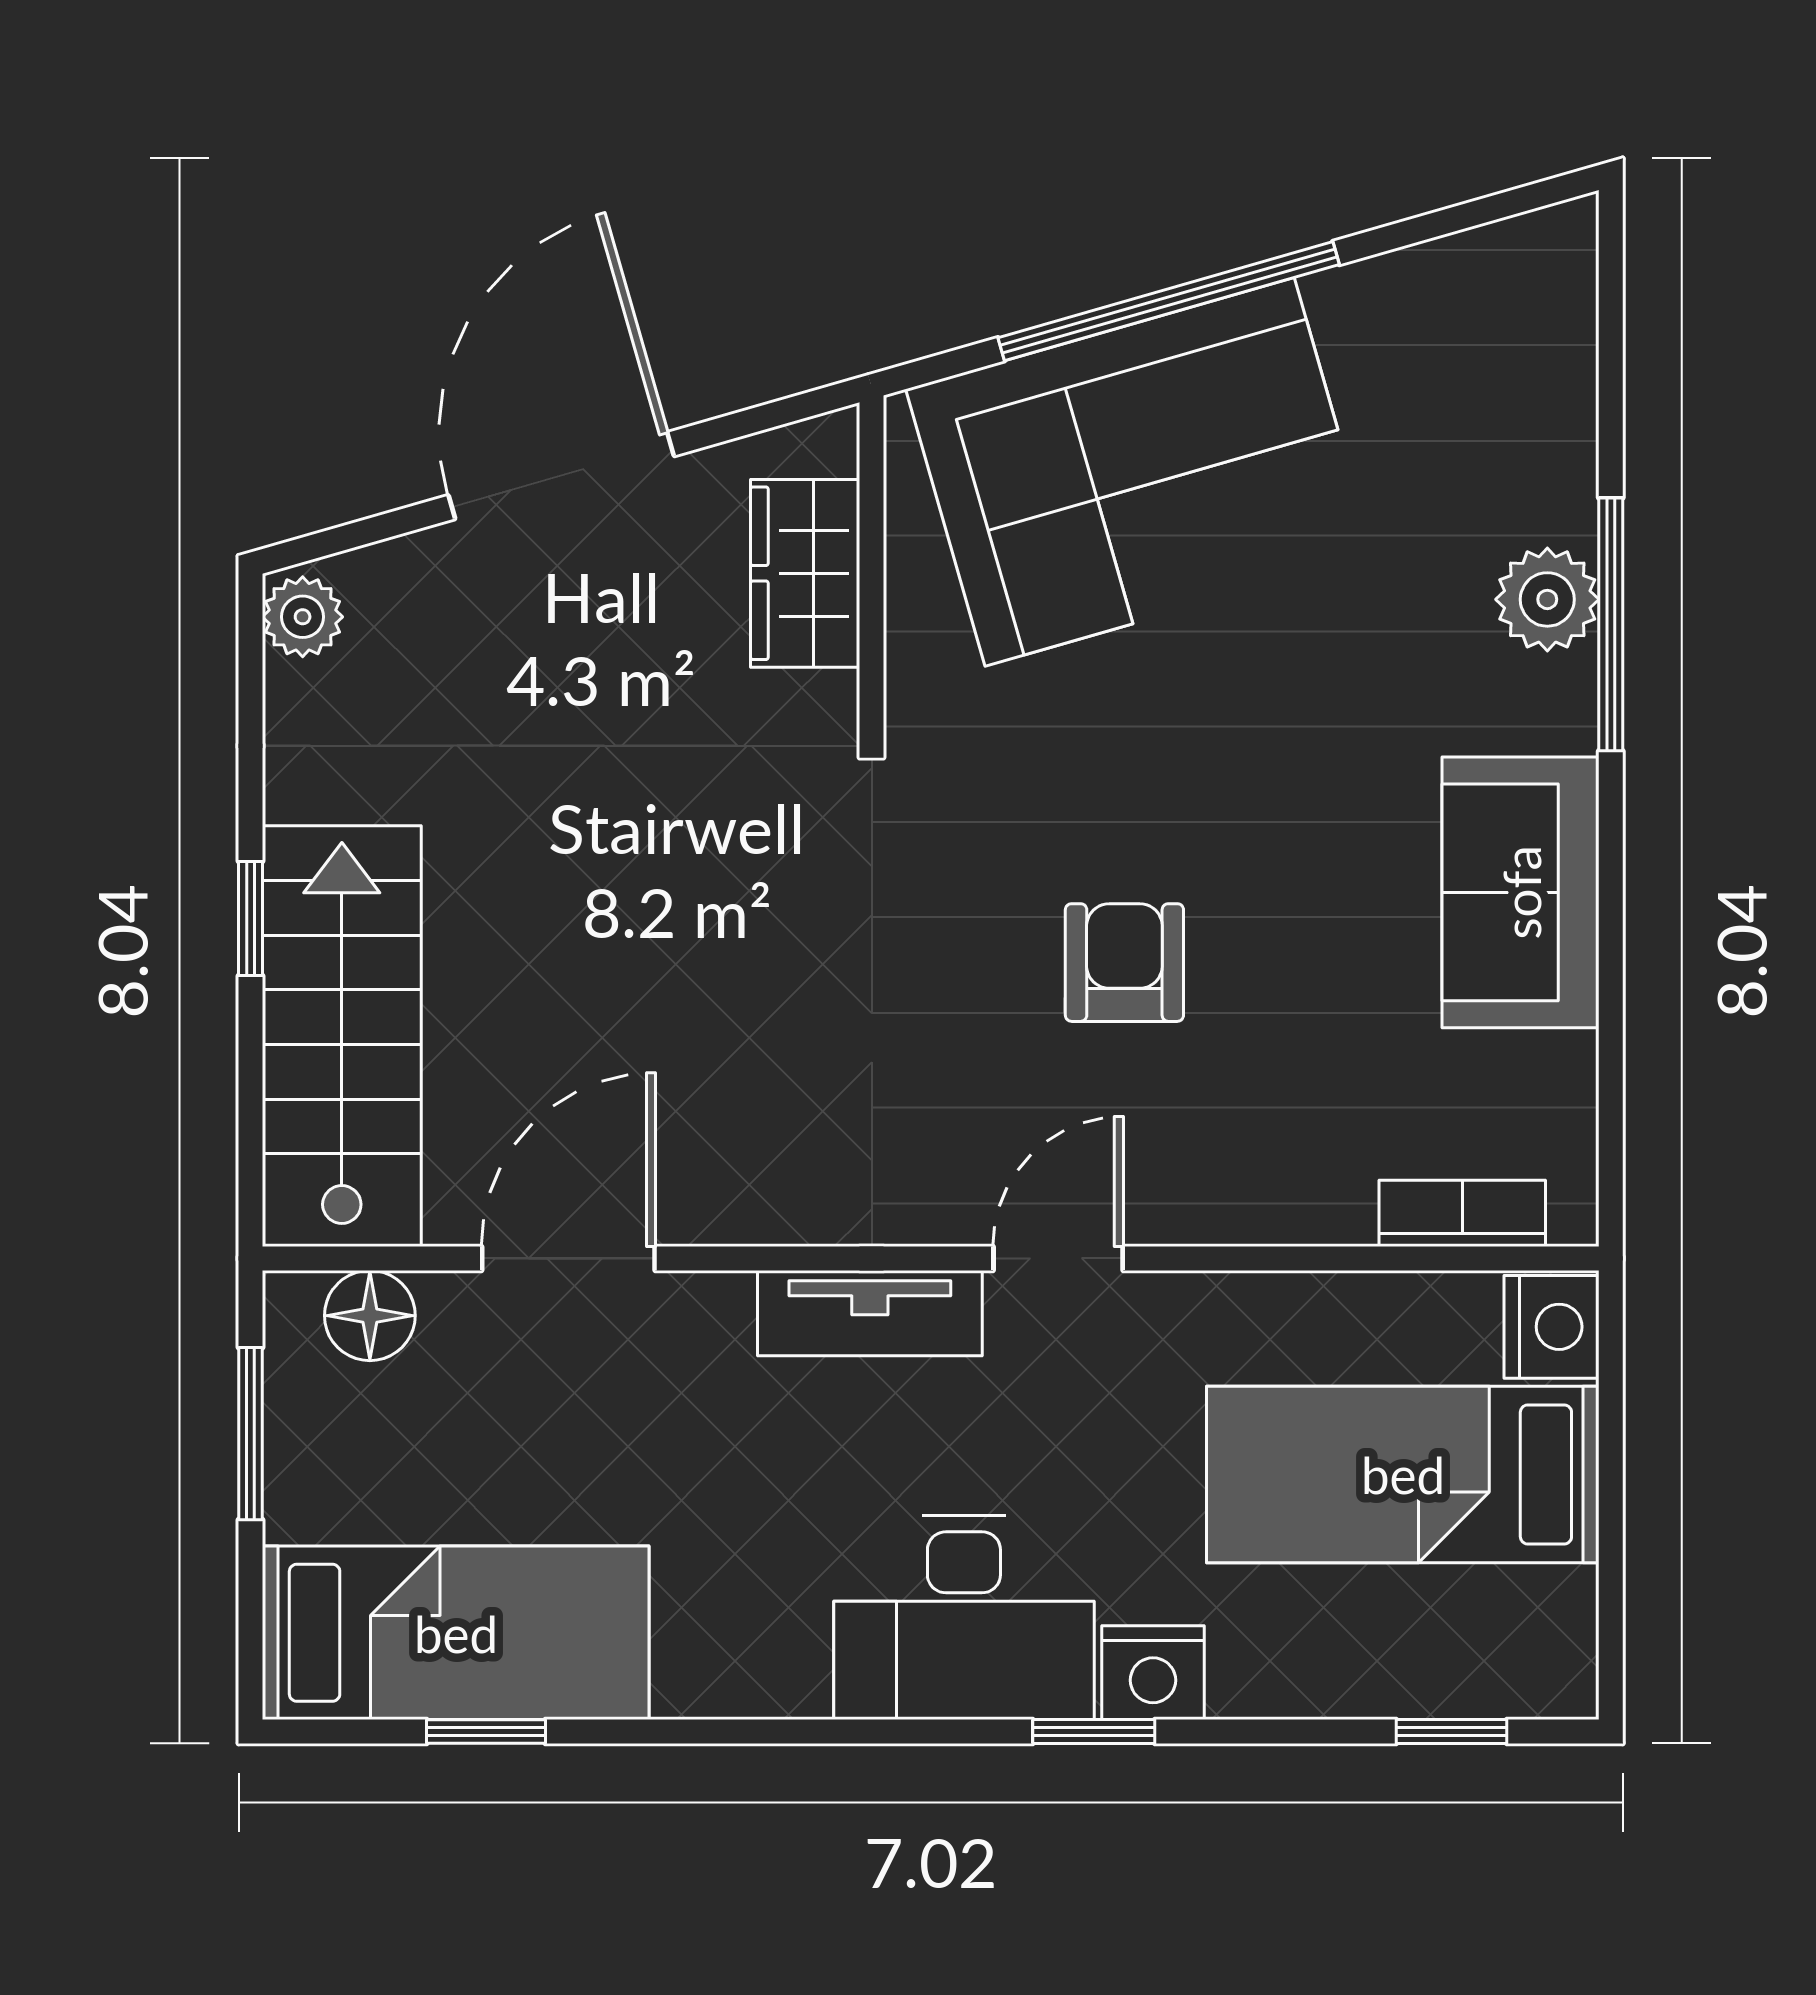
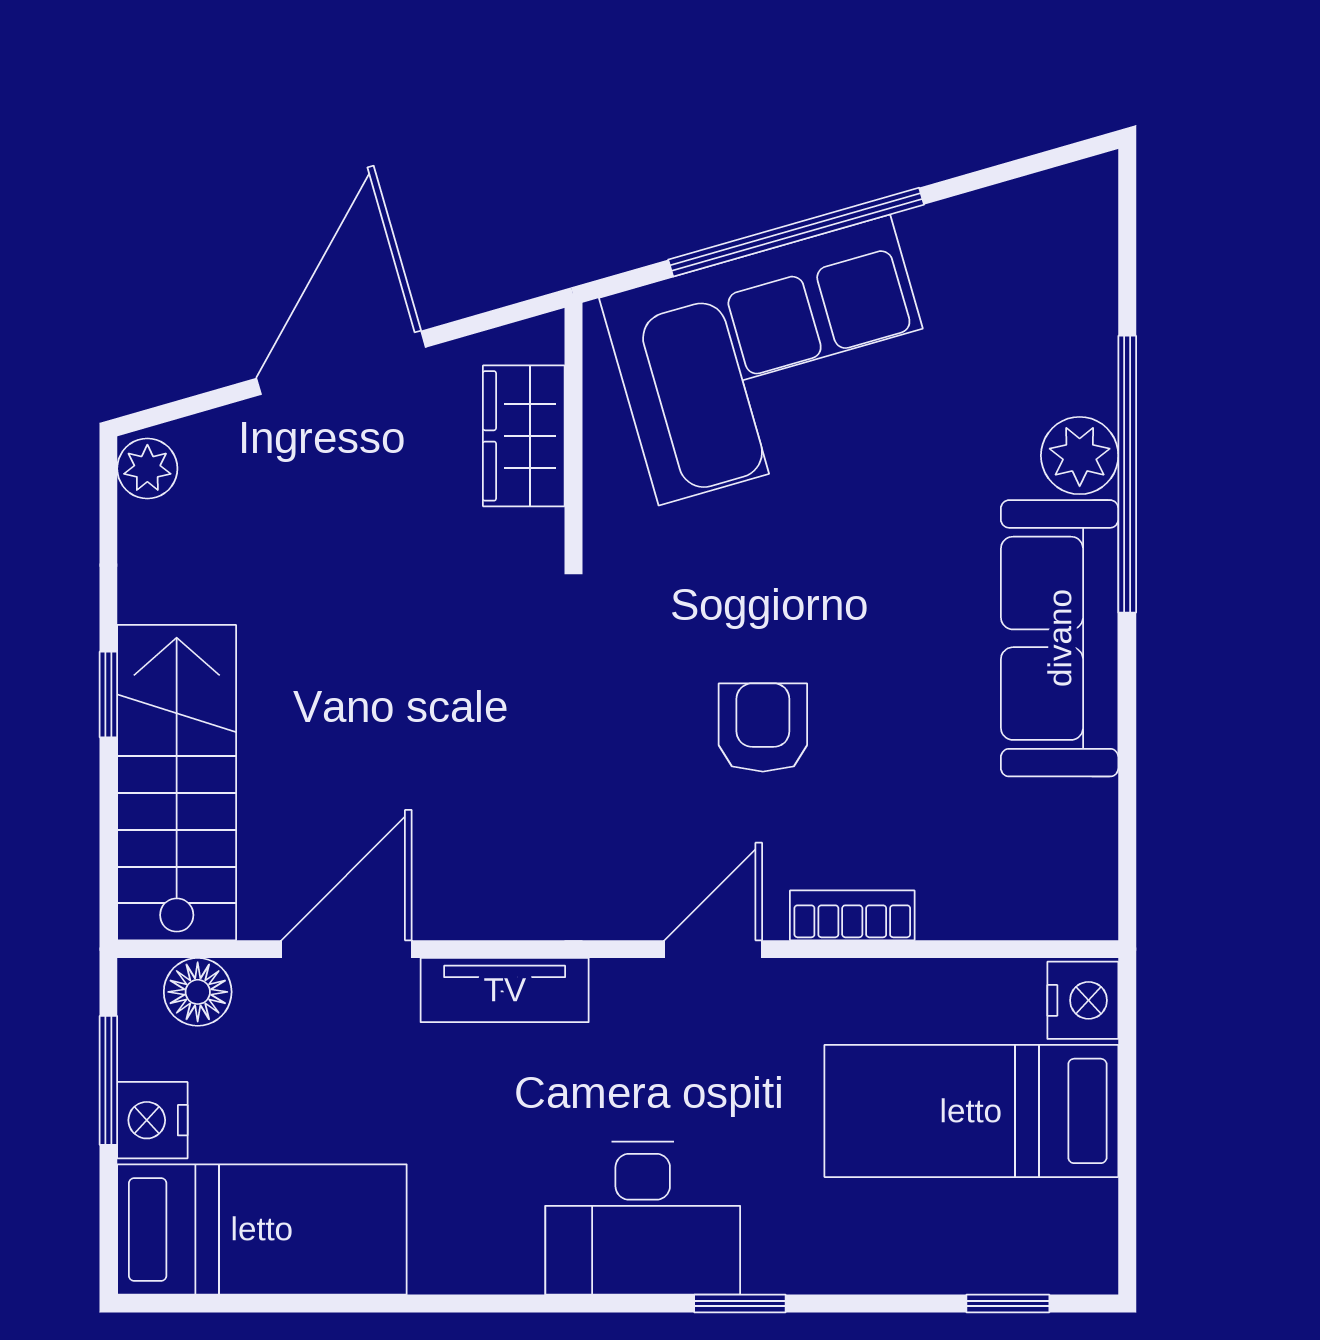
window: (1611, 624) -> (1127, 474), width x1.46
sofa: (1521, 892) -> (1060, 638), width x1.36
bookcase: (1462, 1213) -> (852, 915), moved
tv unit: (870, 1313) -> (505, 990), moved
nightstand: (1153, 1673) -> (152, 1120), moved, turned 90
window: (486, 1732) -> (285, 1303), removed

